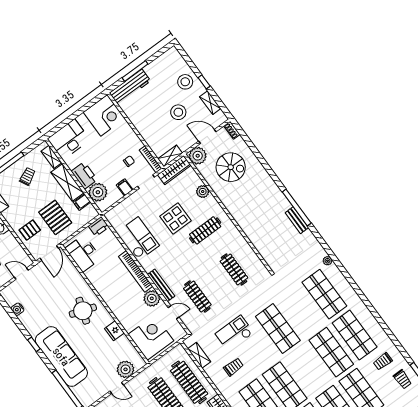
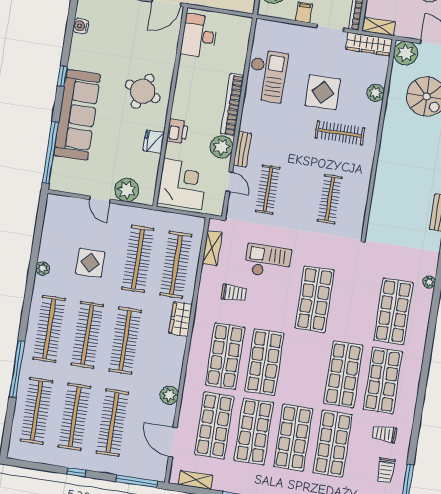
printer: (99, 226) -> (177, 131), moved, turned -90
bench: (161, 285) -> (242, 149), width x0.73

